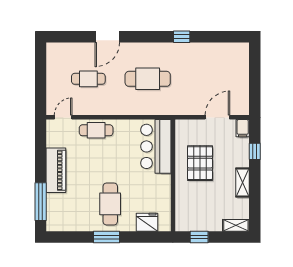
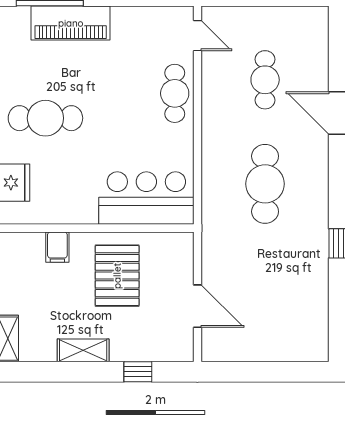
filing cabinet: (243, 128) -> (57, 247), moved, turned -90
pallet: (200, 163) -> (117, 276), turned 90
piano: (56, 170) -> (71, 23), moved

